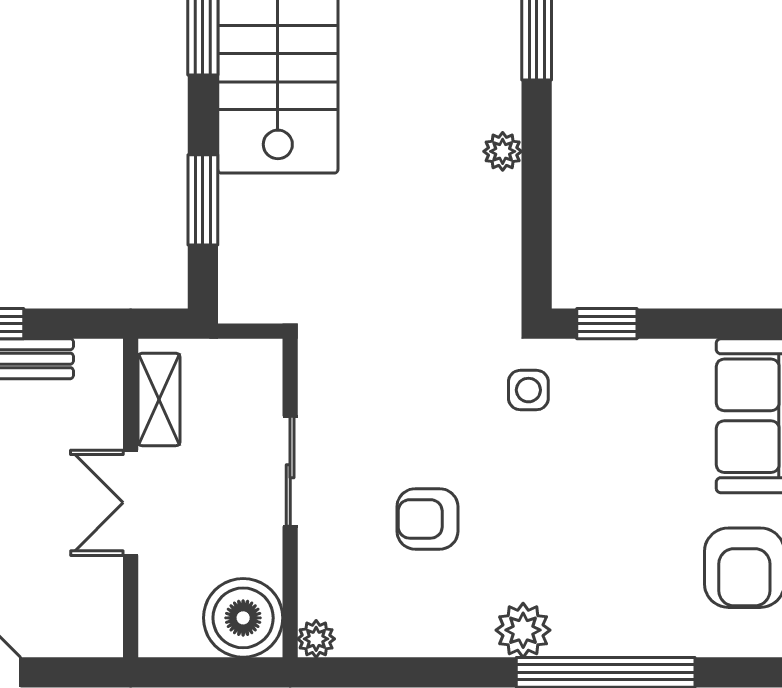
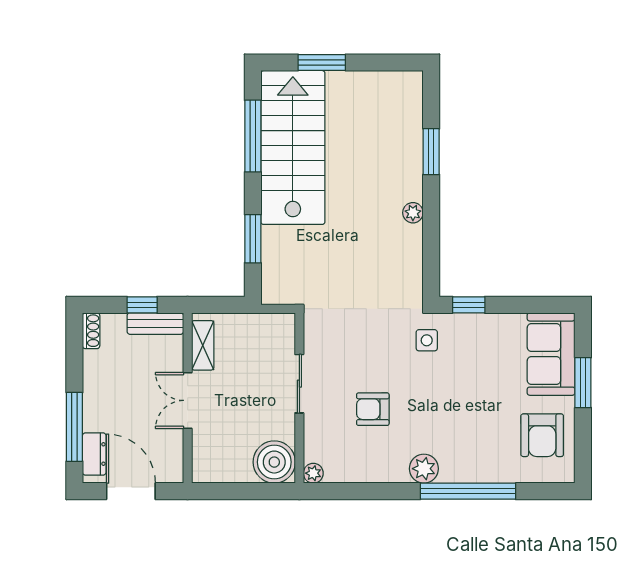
shelving: (159, 399) -> (203, 345), moved
wall: (131, 498) -> (188, 398), moved
double door: (131, 503) -> (188, 400), moved

